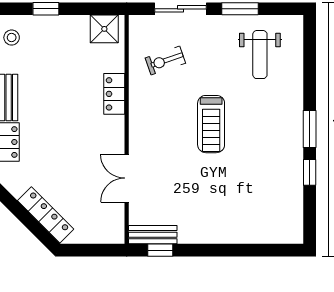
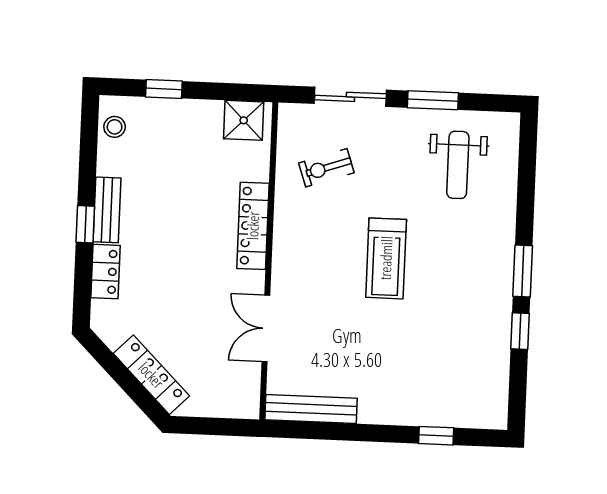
locker: (114, 94) -> (253, 226), width x1.53
bench: (153, 235) -> (311, 409), width x1.36
window: (160, 250) -> (436, 436), moved

